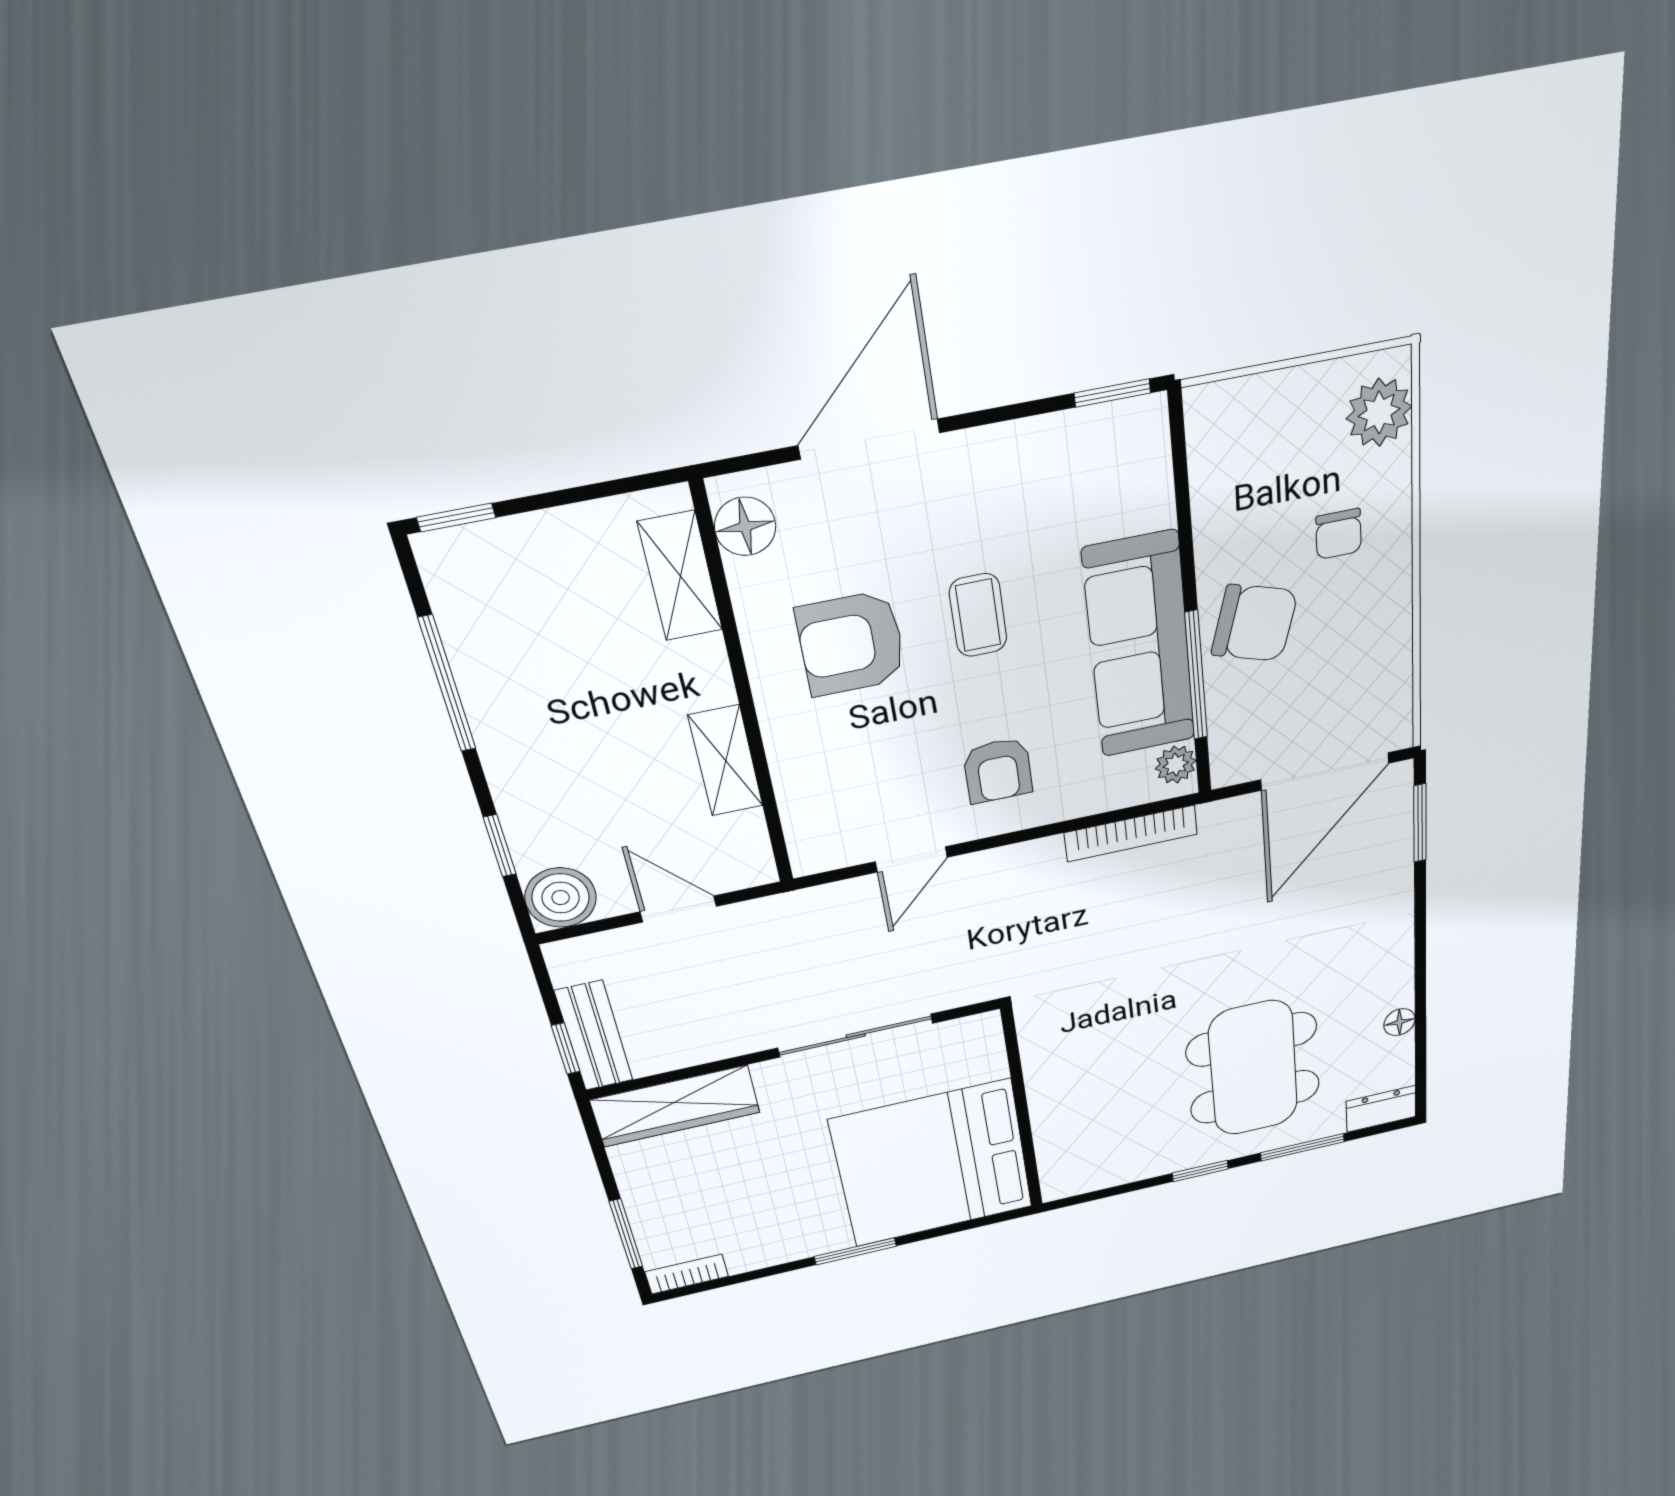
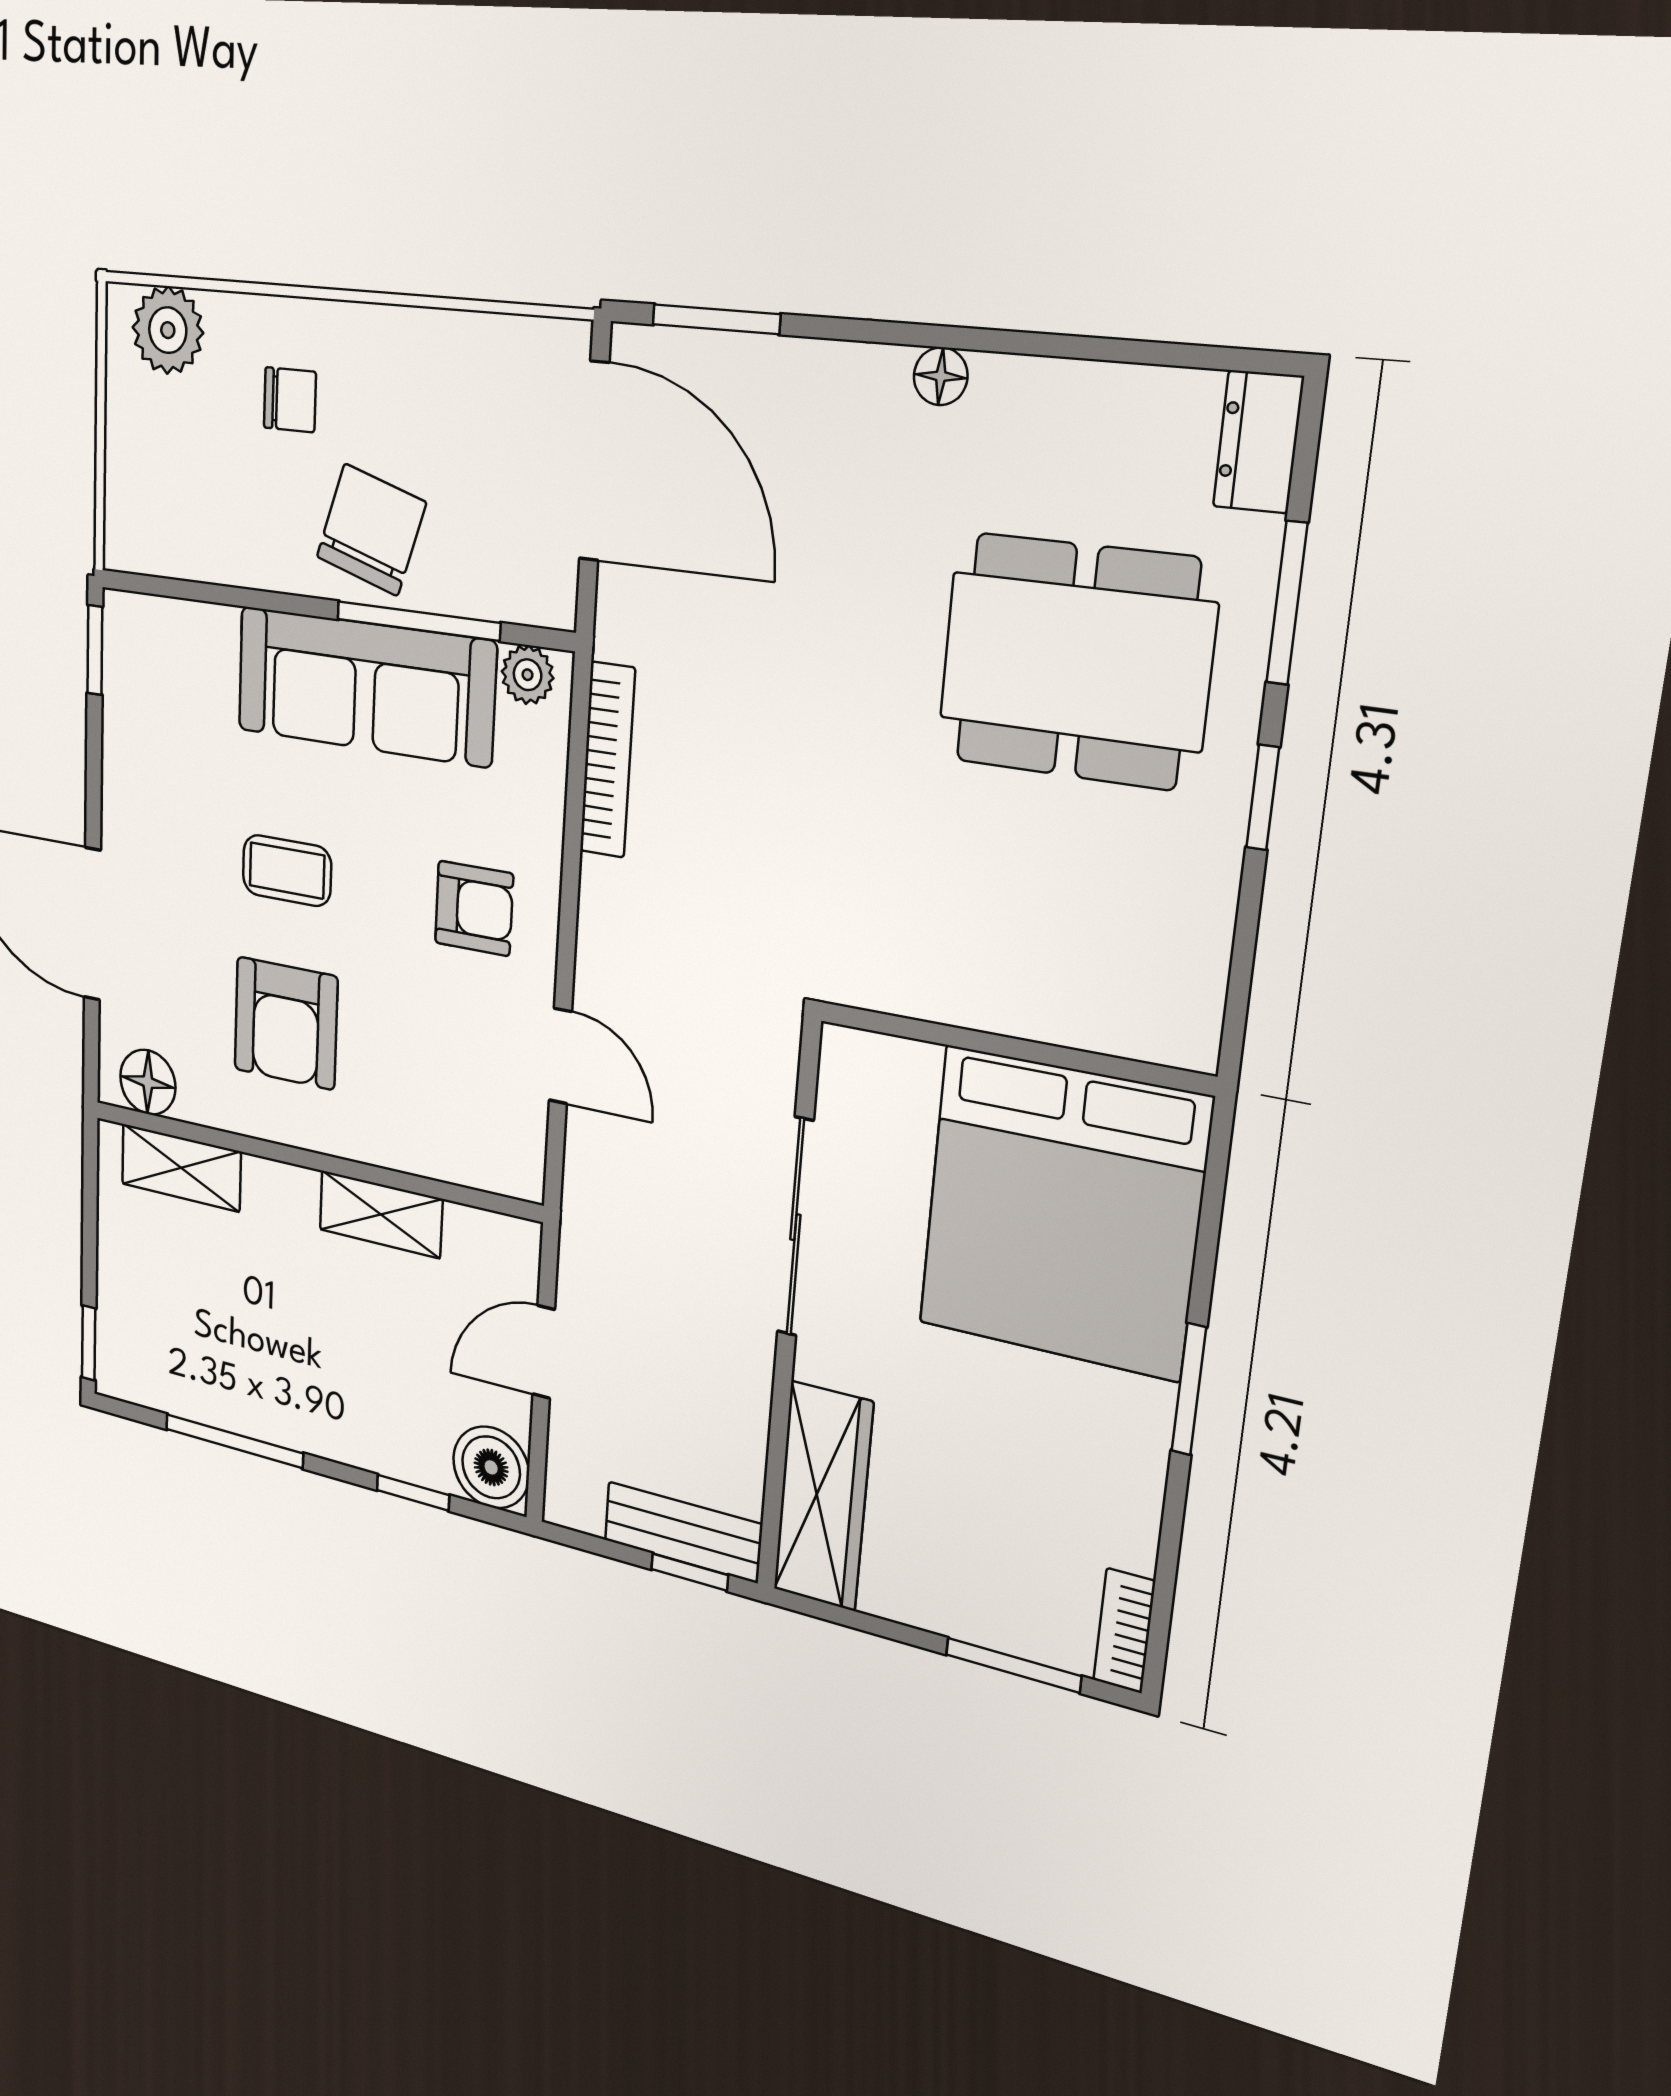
floor lamp: (1399, 1022) -> (941, 376), moved

